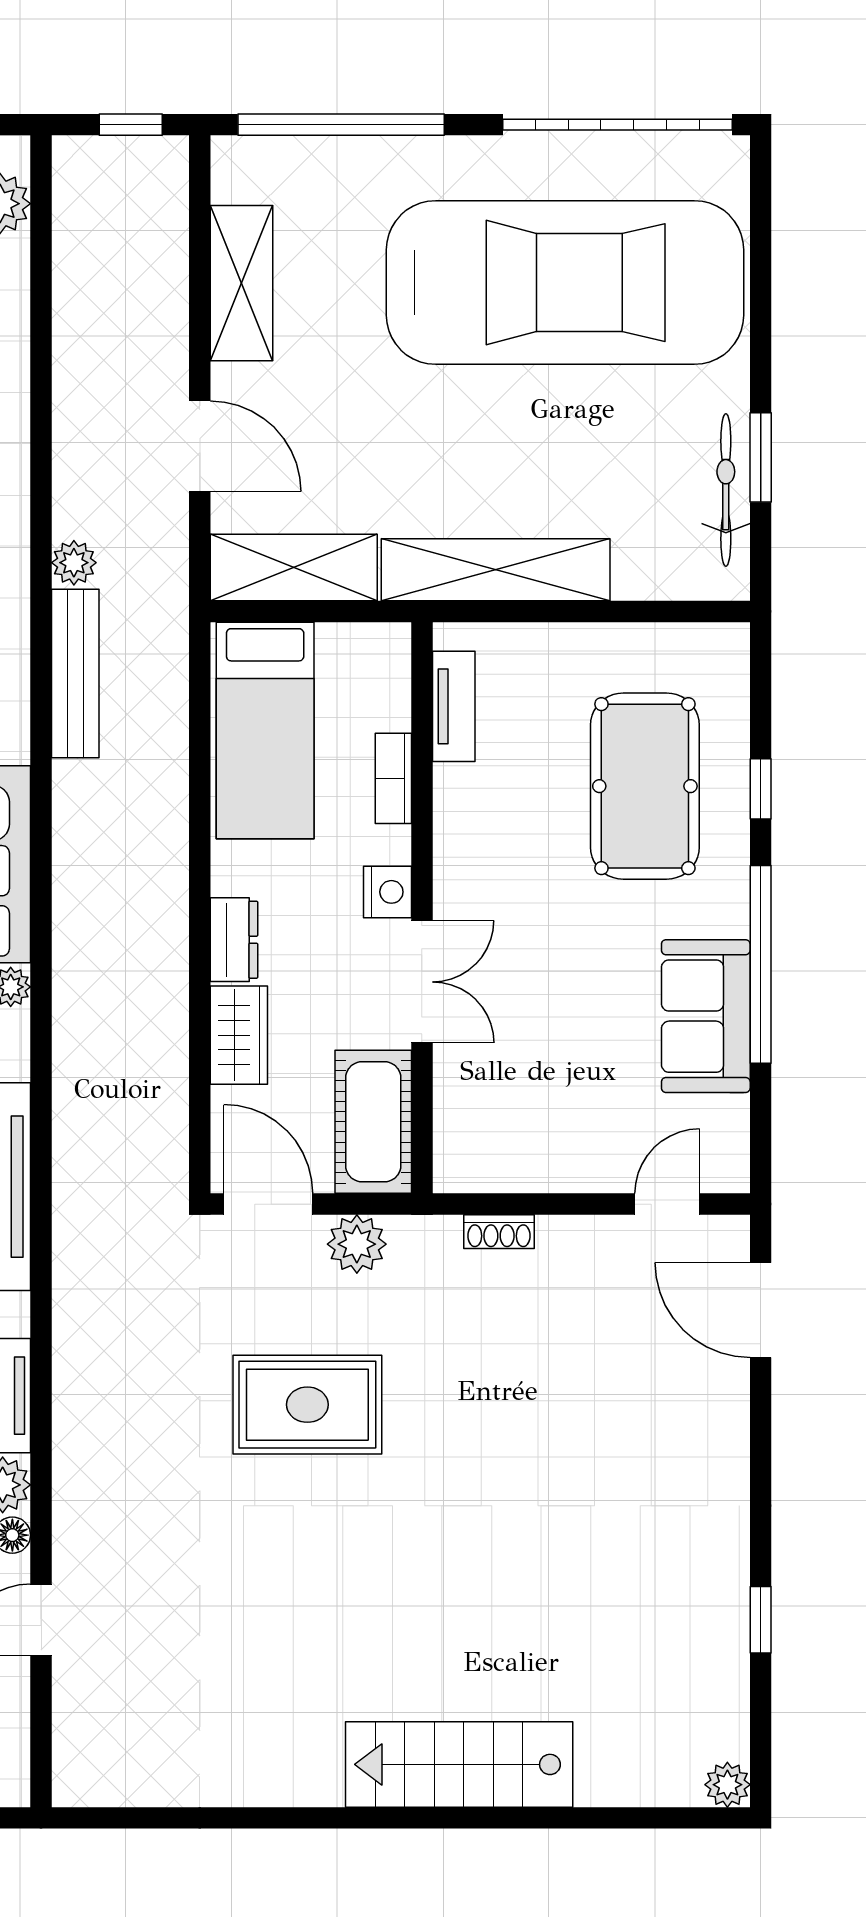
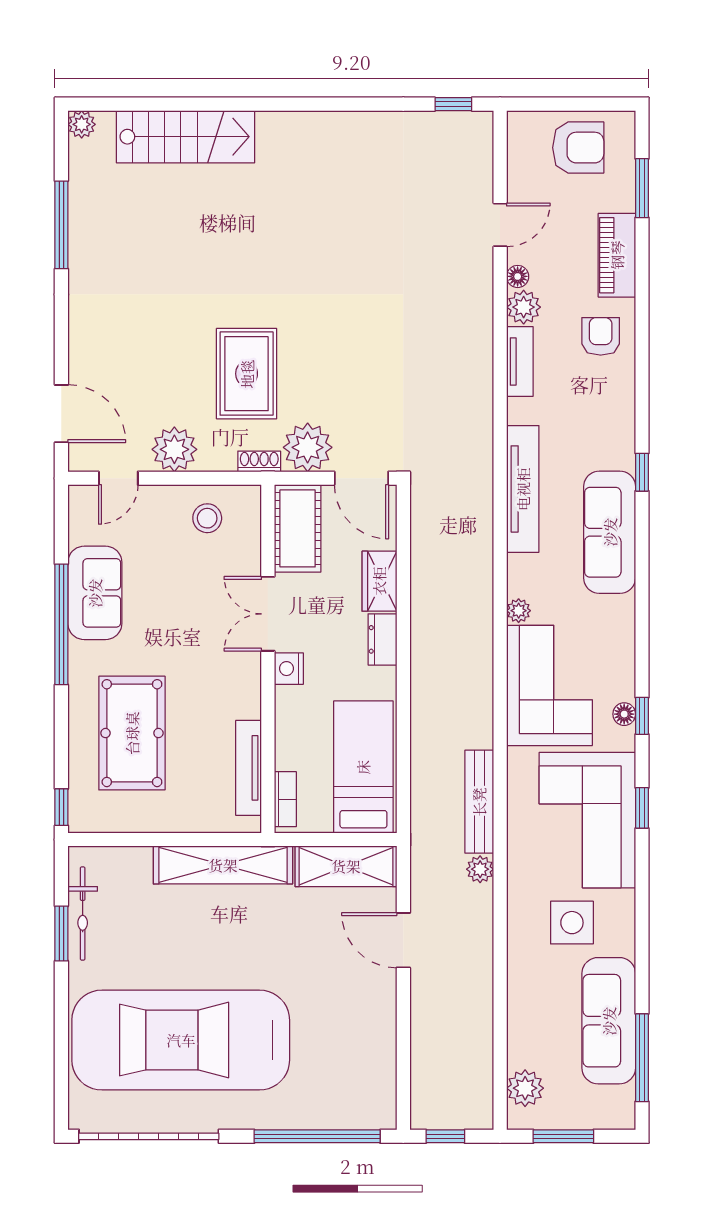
shelving: (241, 283) -> (378, 1040), removed
tv unit: (454, 706) -> (249, 768), width x1.41
bookcase: (393, 778) -> (285, 799), moved
window: (761, 789) -> (61, 807), moved
stool: (522, 1139) -> (207, 518), added
shoe rack: (499, 1232) -> (259, 461), moved
plant: (357, 1244) -> (308, 447), width x1.36, depth x1.36
plant: (575, 1252) -> (174, 449), added
rug: (307, 1405) -> (247, 374), moved, turned 90
window: (761, 1620) -> (61, 225), width x2.17
stairs: (459, 1764) -> (185, 137), moved
window: (118, 1818) -> (453, 104), added

